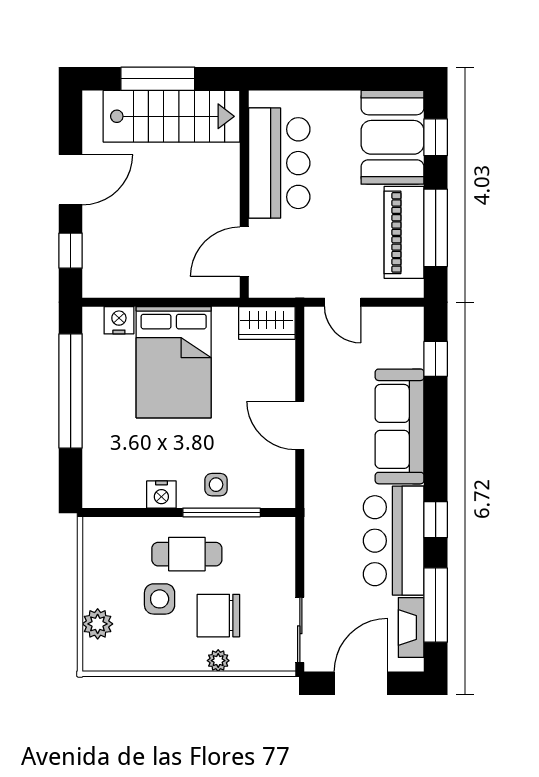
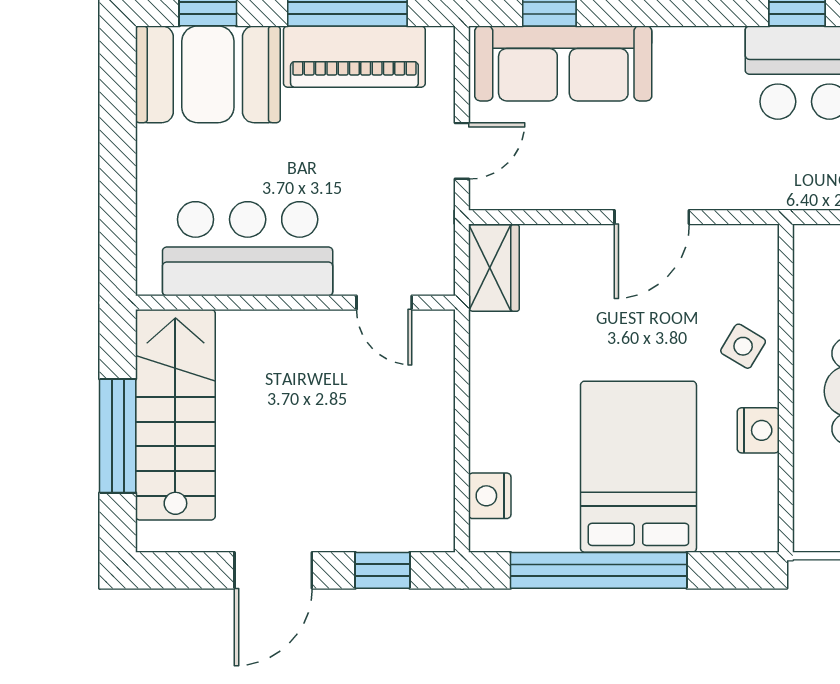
door: (71, 180) -> (273, 570), swing flipped
door: (244, 252) -> (384, 303), width x0.73
bed: (174, 362) -> (638, 467), moved, turned -90
sofa: (400, 426) -> (563, 63), moved
side table: (216, 485) -> (743, 346), turned 31
window: (222, 512) -> (786, 338), removed

